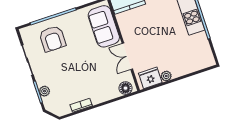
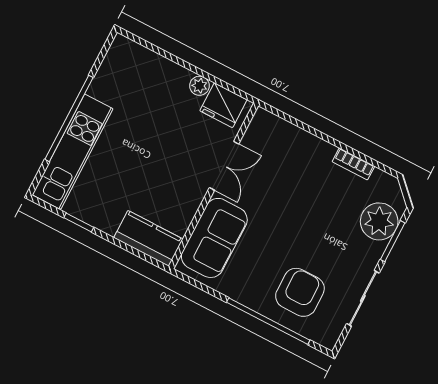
floor lamp: (126, 88) -> (270, 126), removed
plant: (45, 91) -> (379, 221), width x1.88, depth x1.88

